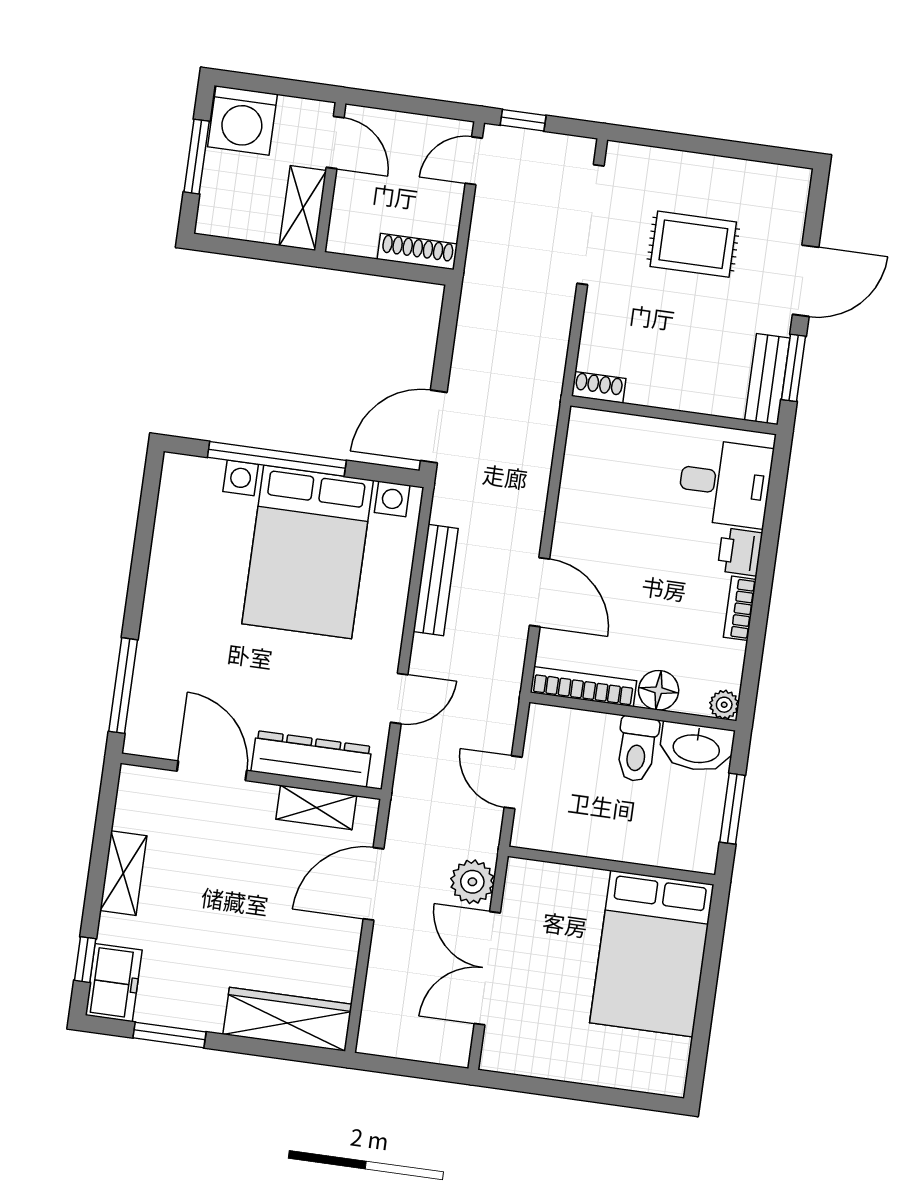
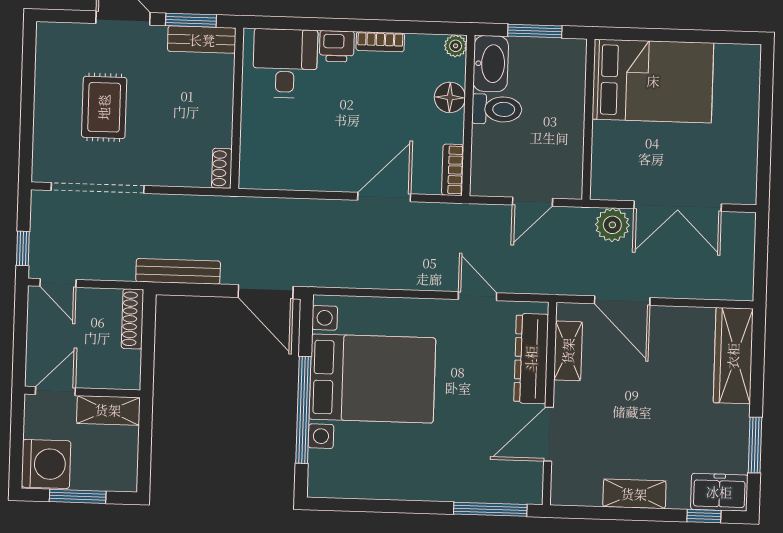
bench: (436, 580) -> (178, 271), moved
bookcase: (583, 687) -> (453, 170), width x0.64

